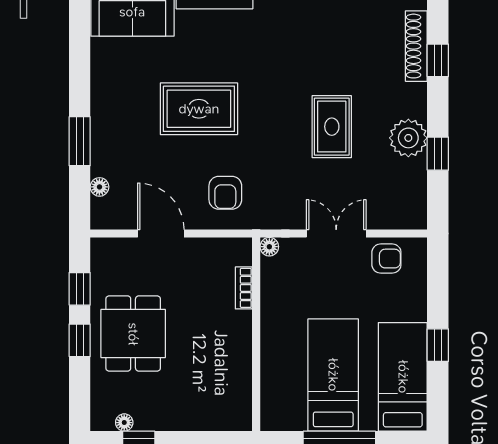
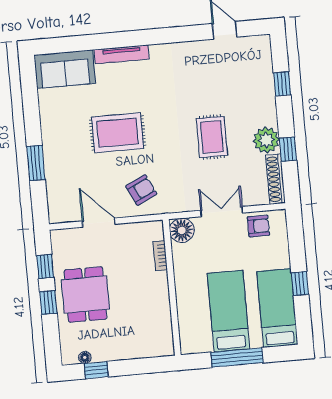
shoe rack: (416, 46) -> (275, 179), moved
floor lamp: (99, 187) -> (53, 194), removed
armchair: (225, 193) -> (141, 190), turned -116
floor lamp: (269, 247) -> (182, 230), width x1.89, depth x1.89

